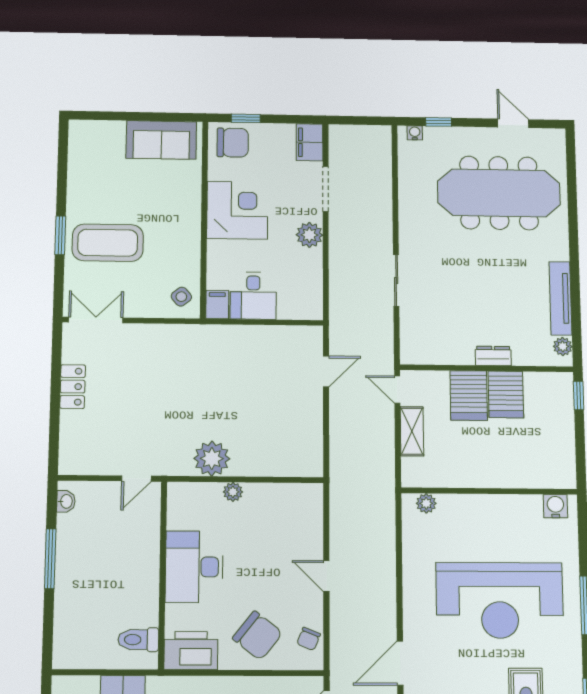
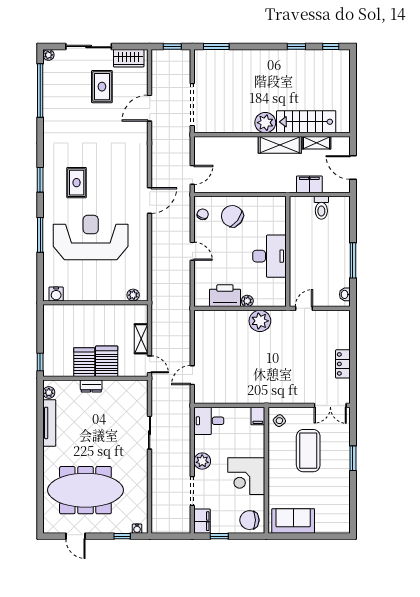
window: (246, 118) -> (219, 536), moved
coffee table: (108, 243) -> (308, 451), moved, turned 90
desk: (253, 296) -> (209, 421), moved, turned -90
toilet: (138, 640) -> (321, 208), moved, turned 90
printer: (191, 651) -> (225, 296), moved, turned 180

